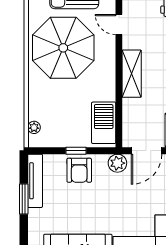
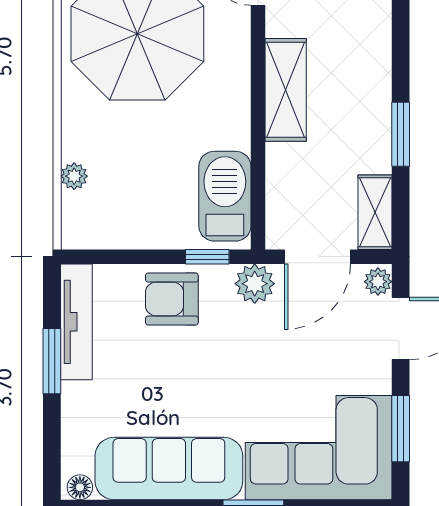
plant: (34, 127) -> (74, 176), moved
window: (76, 151) -> (207, 257), moved
armchair: (79, 170) -> (172, 299), turned 90

